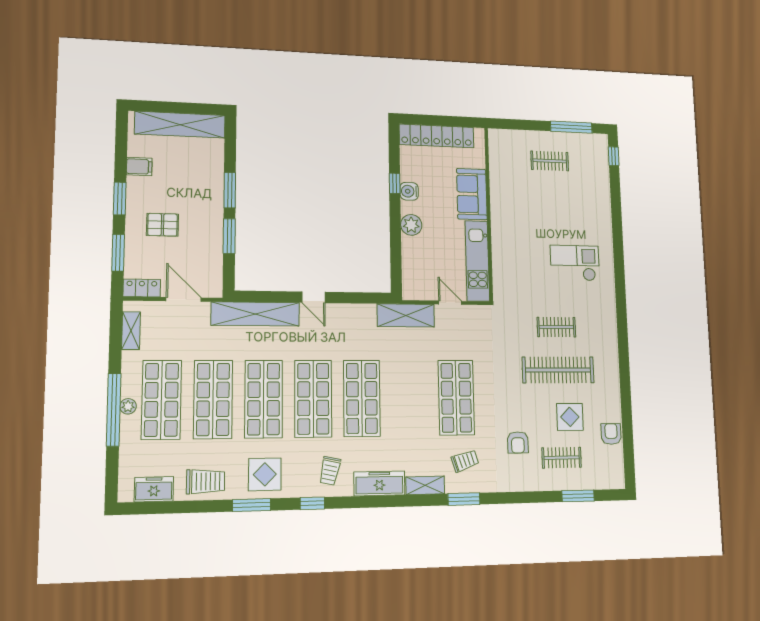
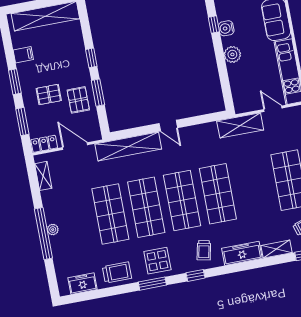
window: (230, 190) -> (91, 58), width x0.67
pallet: (201, 240) -> (78, 100), added
shop shelf: (161, 400) -> (75, 221), removed

